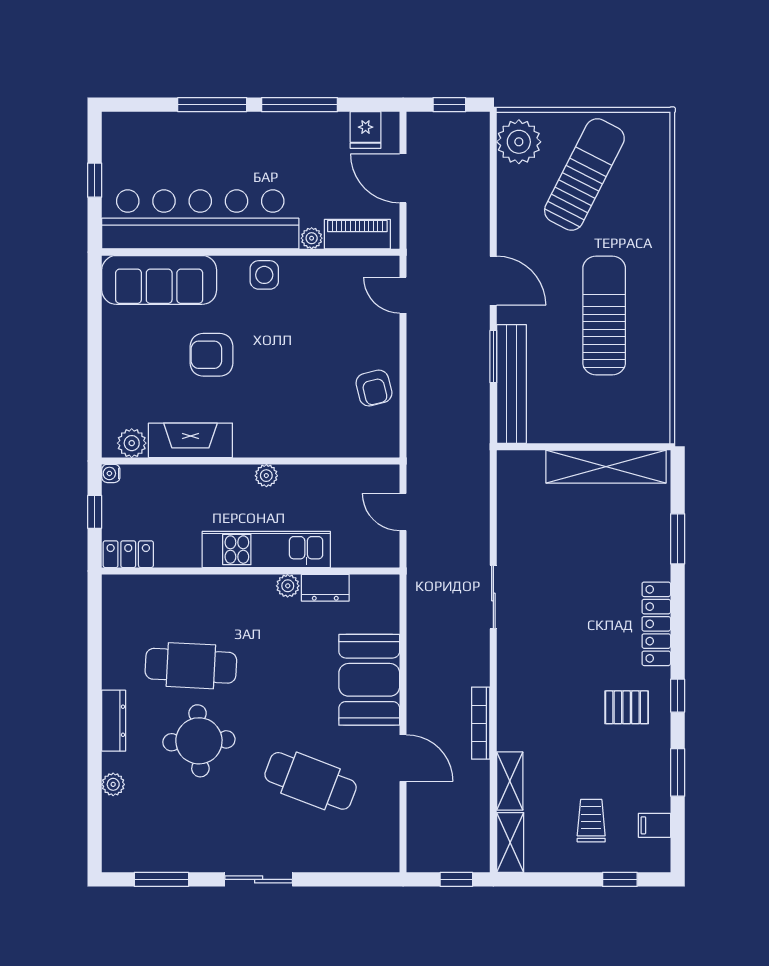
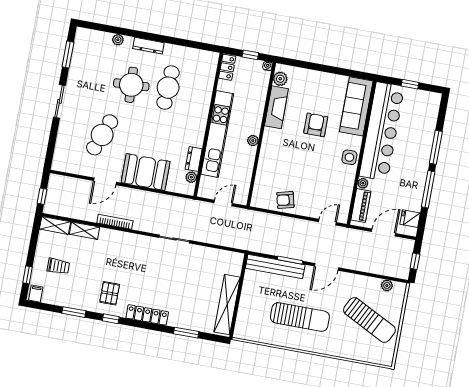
plant: (519, 142) -> (387, 285), width x0.53, depth x0.53
kitchen unit: (266, 550) -> (217, 134), width x1.36
plant: (288, 586) -> (191, 177), moved
filing cabinet: (655, 825) -> (36, 294), moved

